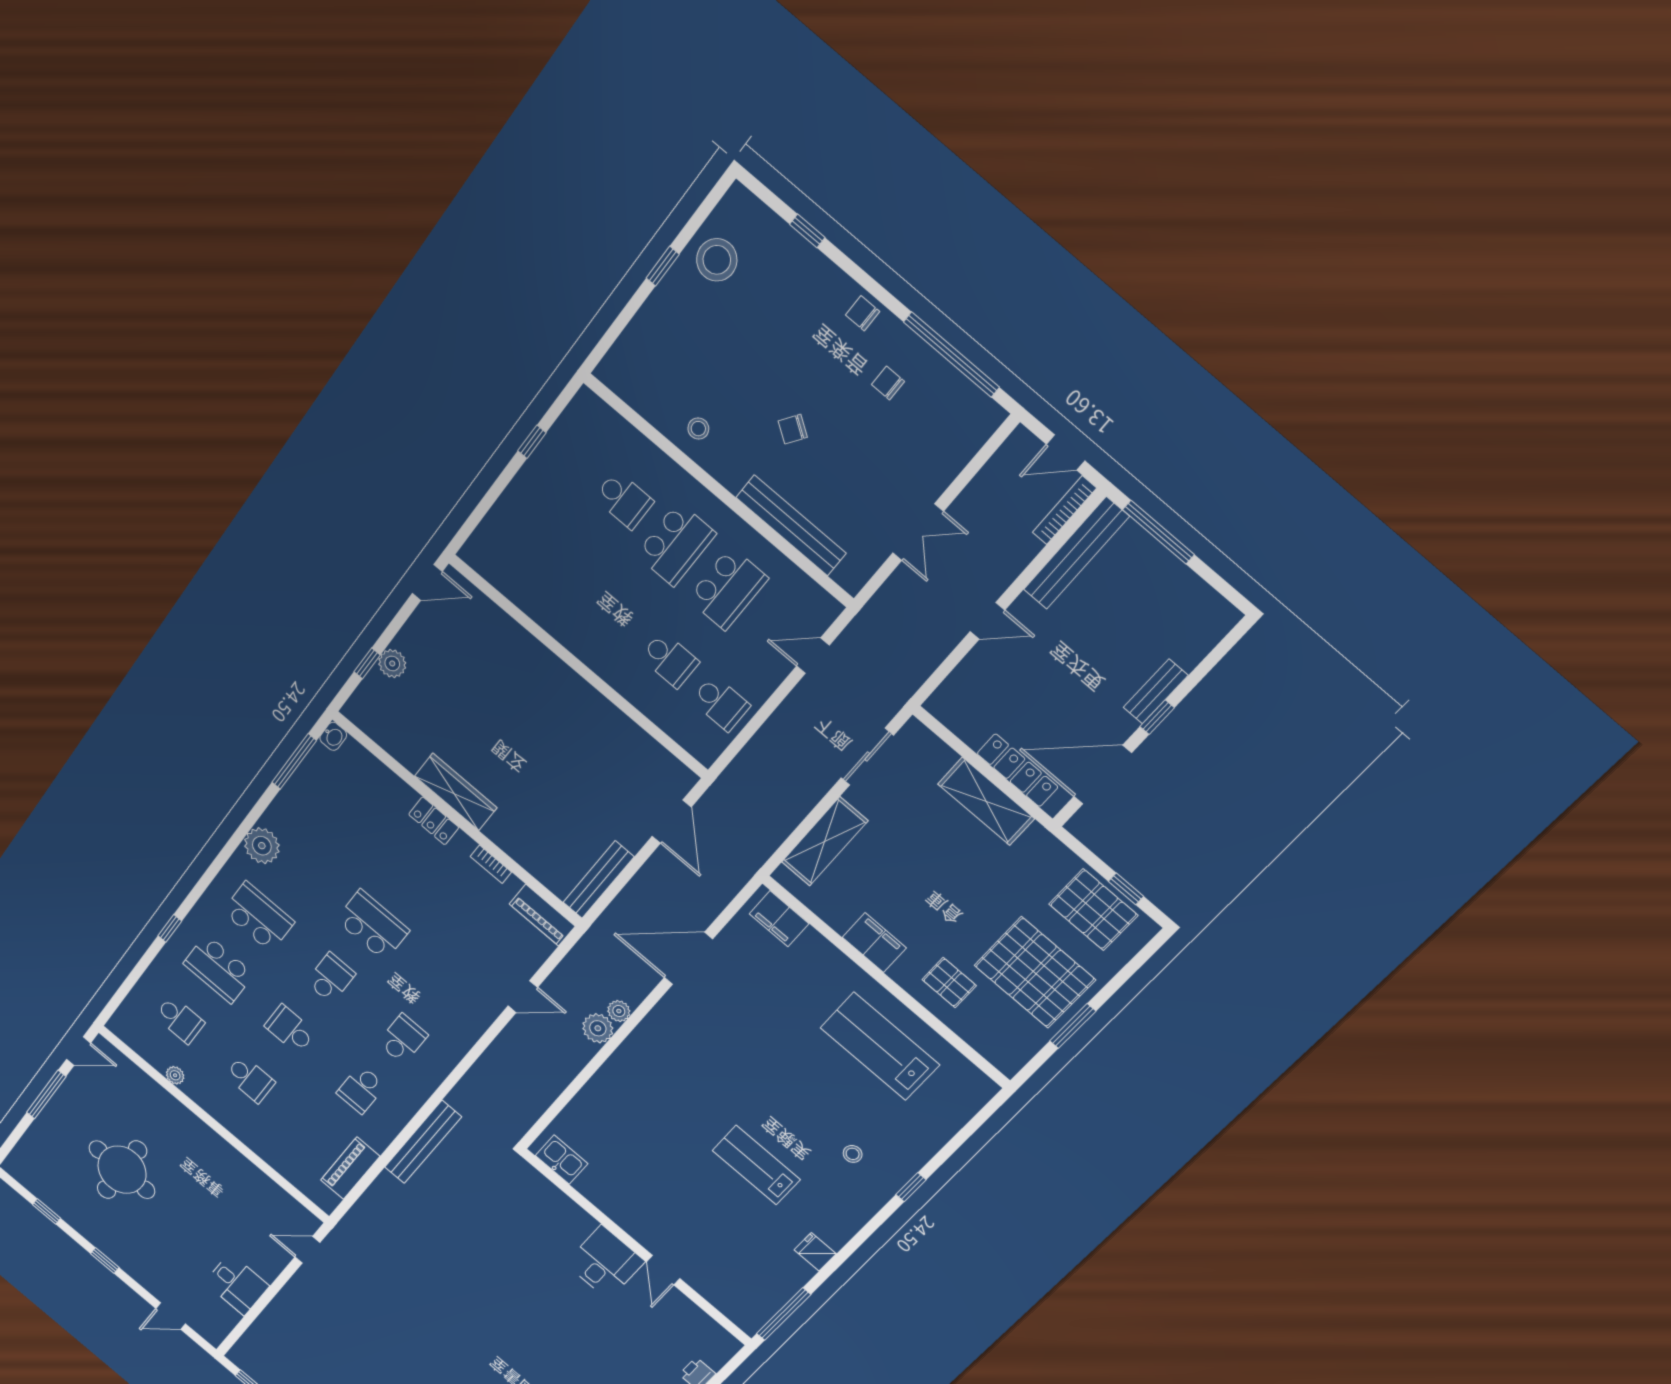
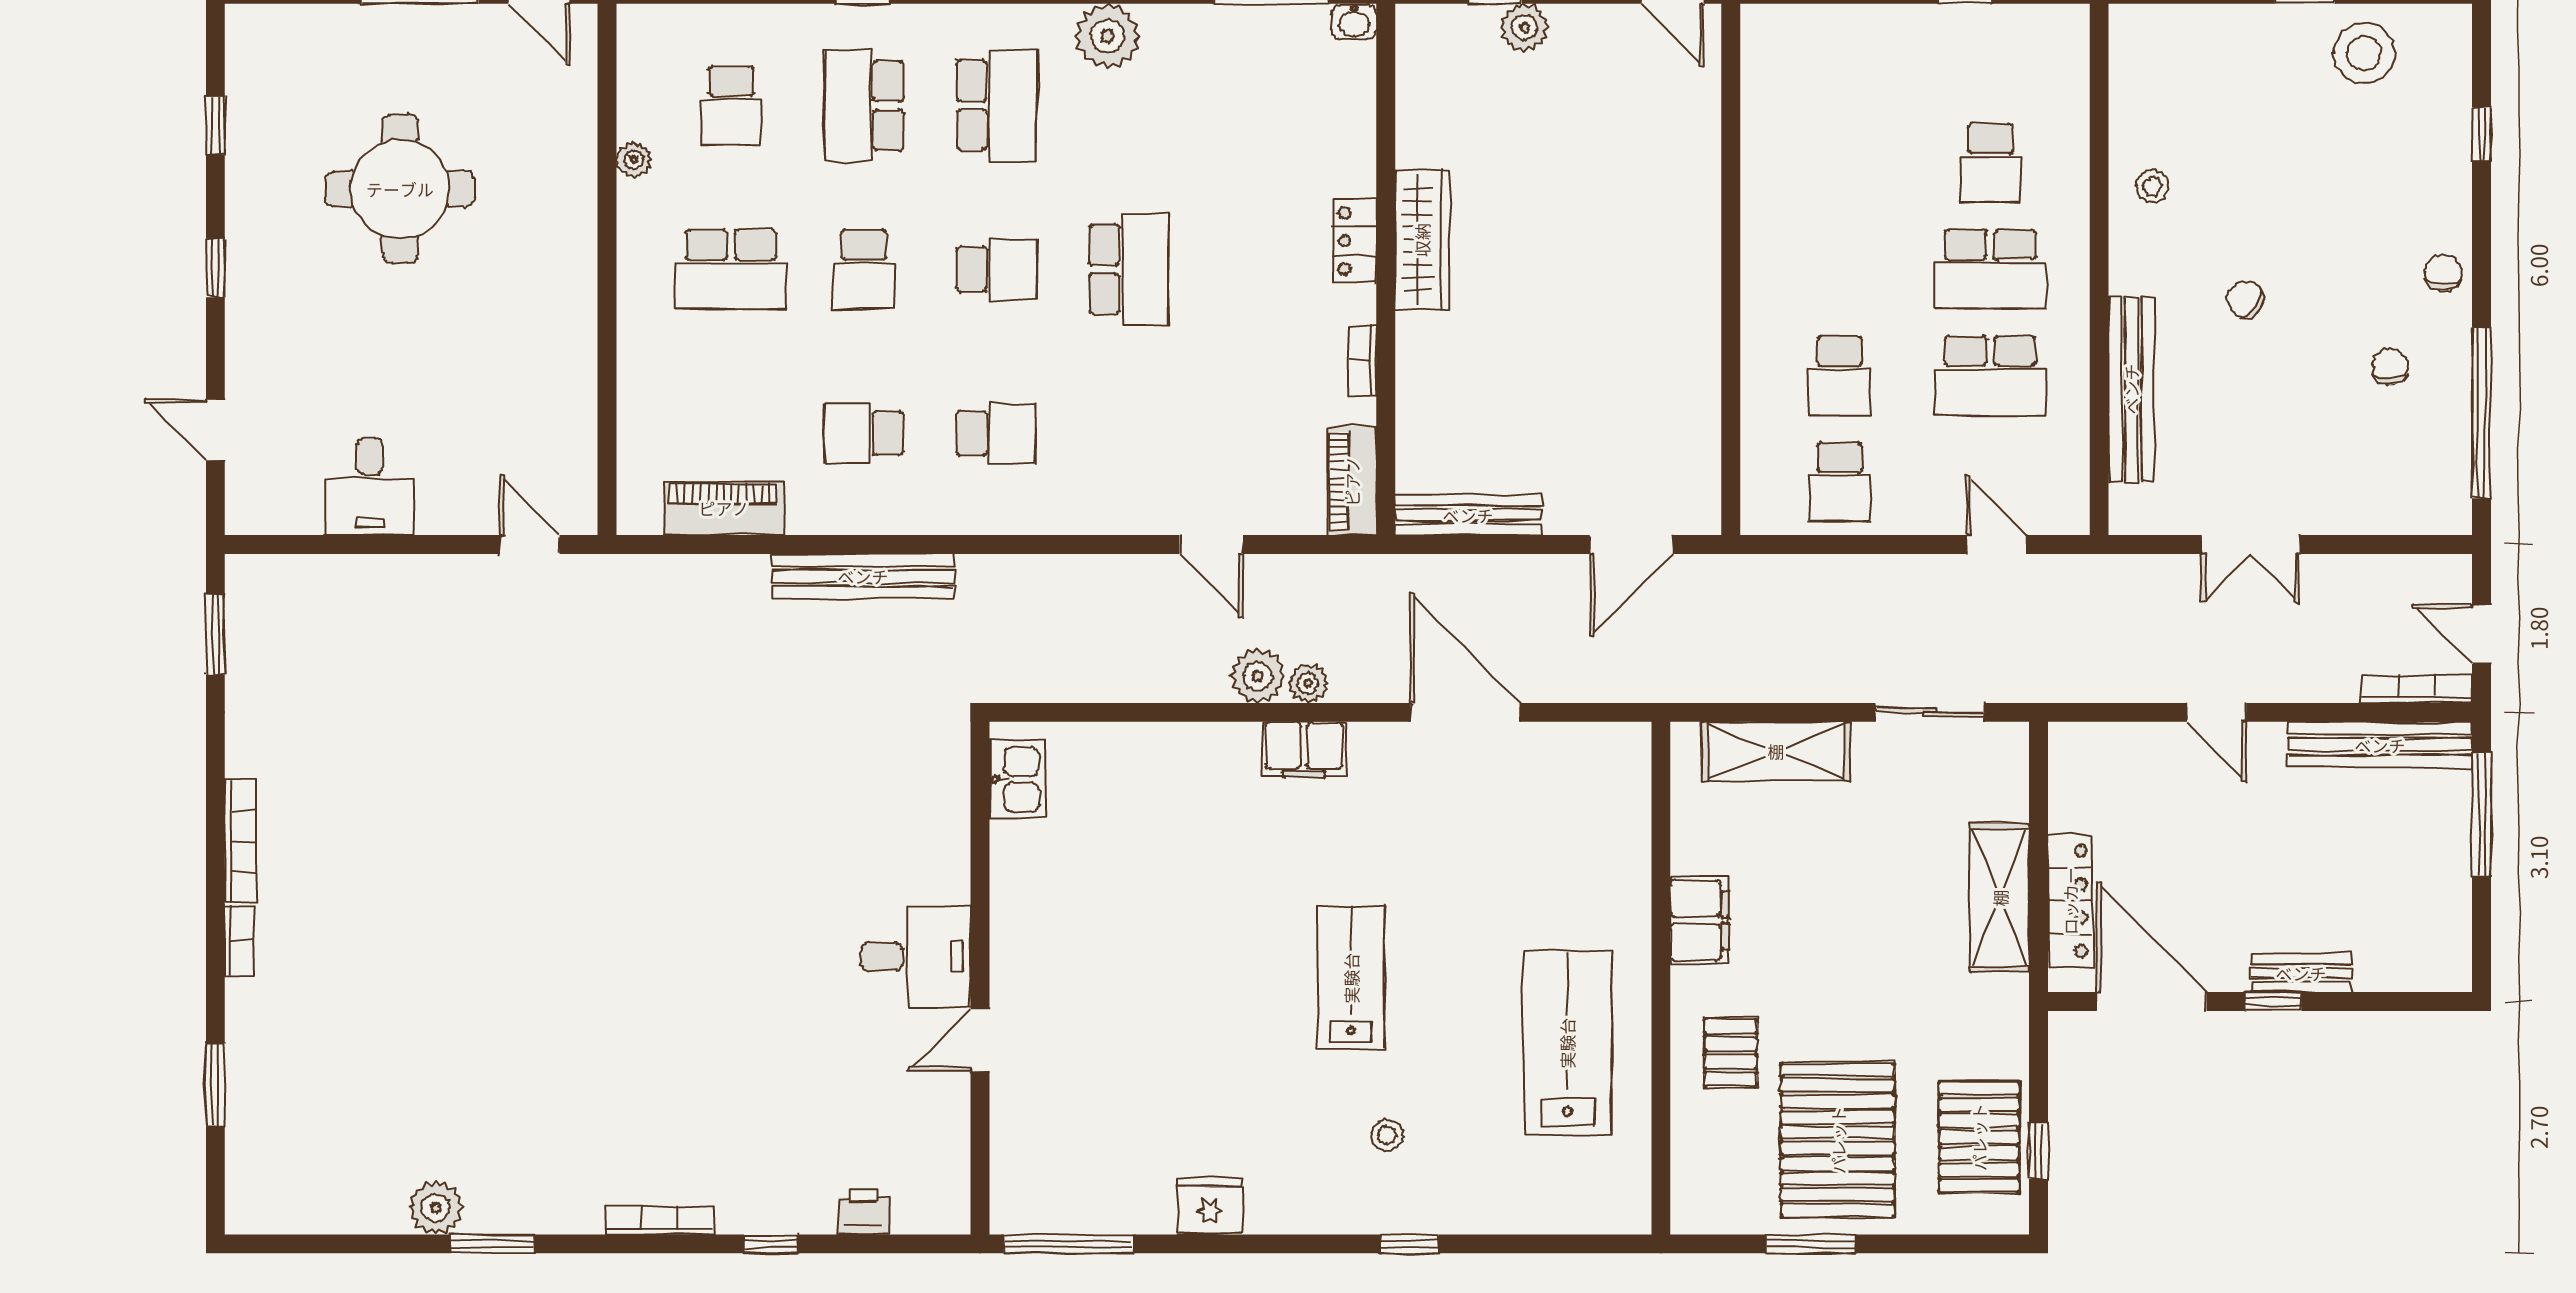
filing cabinet: (779, 919) -> (1304, 749), moved, turned -90
school desk: (290, 1029) -> (864, 269), turned 180
school desk: (250, 1079) -> (731, 269), width x1.85
lab bench: (756, 1165) -> (1351, 978), moved
fridge: (815, 1252) -> (1210, 1206), width x1.38

